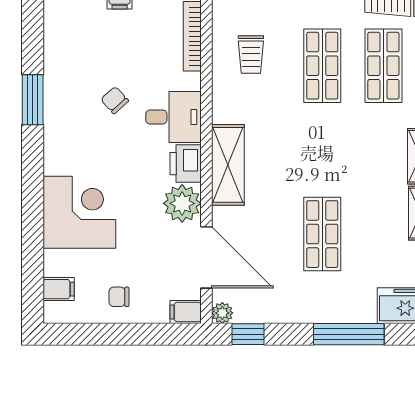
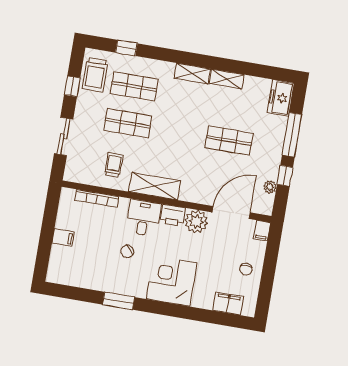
trolley: (251, 54) -> (114, 165), turned -90
shelving: (228, 165) -> (155, 186), moved
corner desk: (79, 212) -> (172, 281), moved
filing cabinet: (59, 289) -> (228, 303), width x2.00
plant: (222, 313) -> (270, 187), moved
window: (248, 334) -> (285, 176), moved

